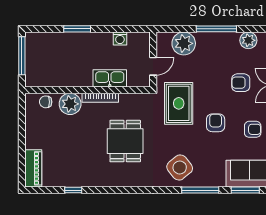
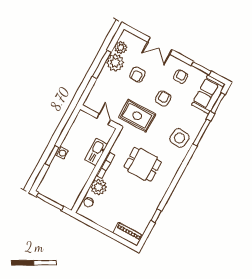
washing machine: (120, 38) -> (62, 153), moved
plant: (184, 43) -> (115, 63), moved
armchair: (241, 83) -> (138, 75), moved
armchair: (216, 123) -> (163, 98), turned 90
side table: (180, 167) -> (179, 138), turned 45

